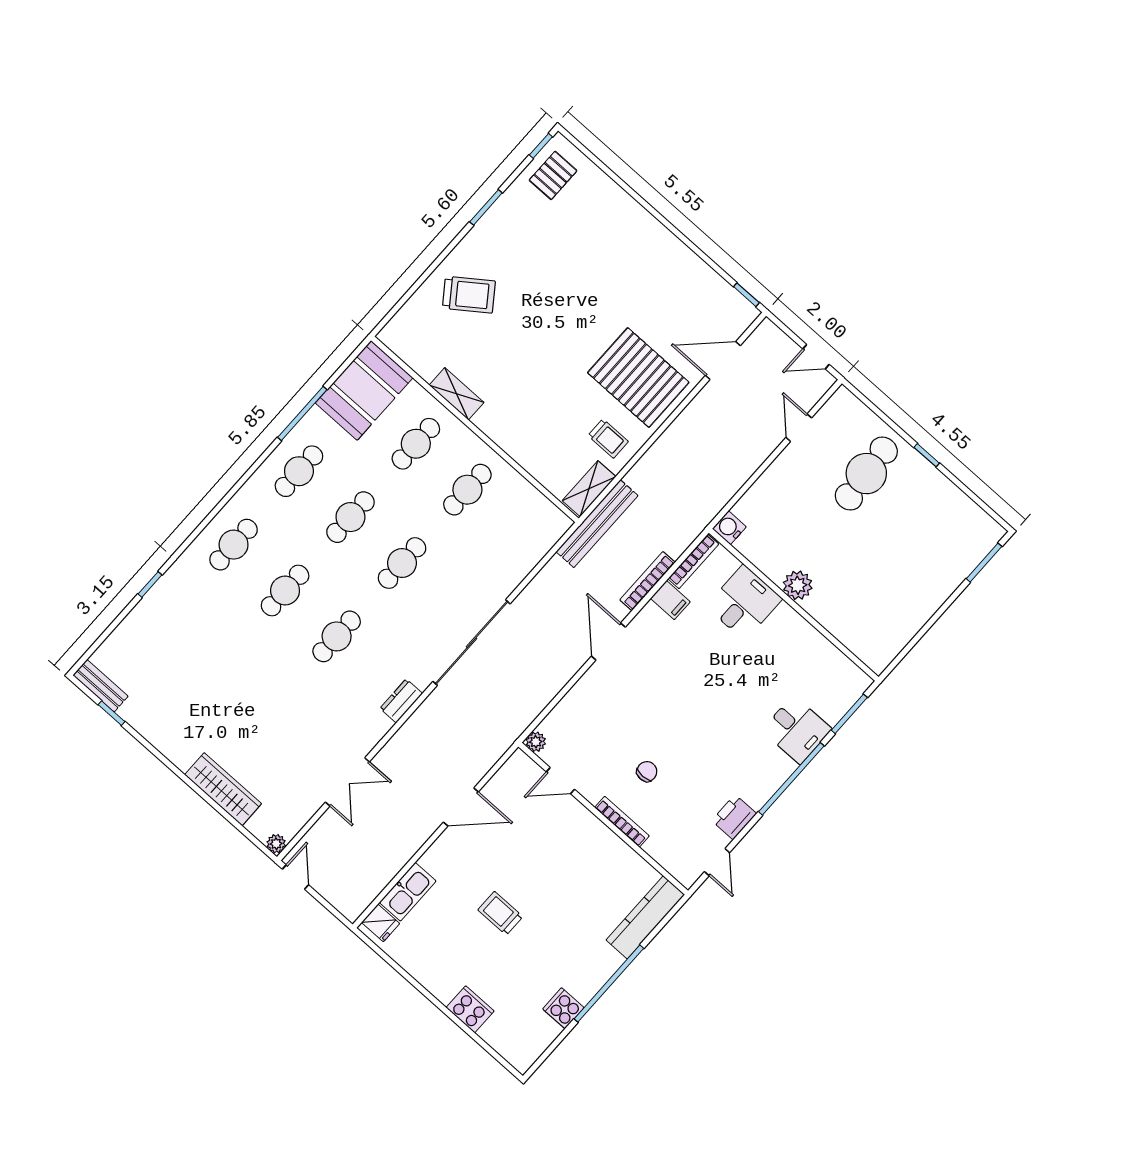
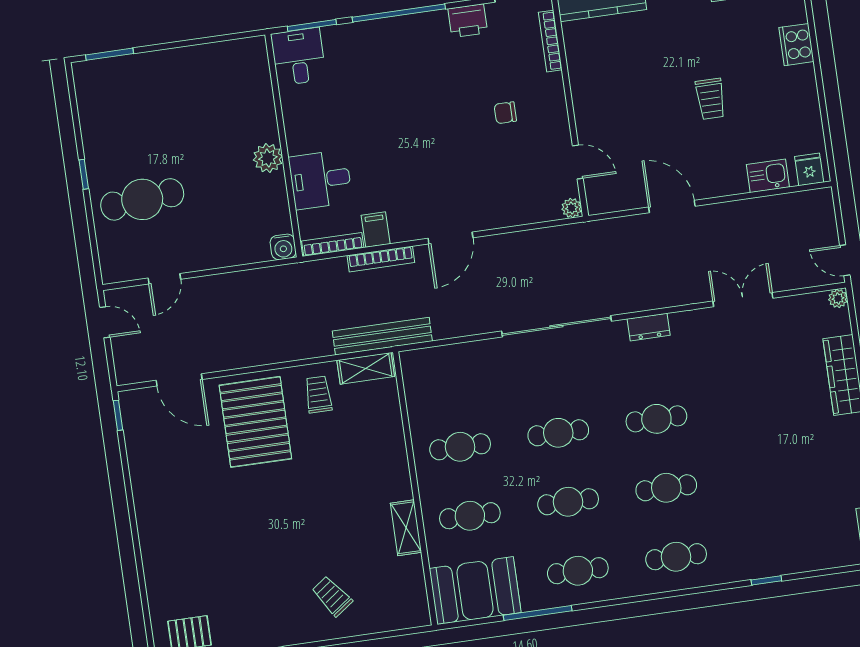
trolley: (469, 295) -> (332, 596), width x0.73, depth x0.72
desk: (797, 730) -> (298, 57), moved
bookcase: (622, 822) -> (550, 41), moved
door: (295, 877) -> (845, 260), hinge flipped
kitchen sink: (408, 892) -> (768, 176), width x0.73

